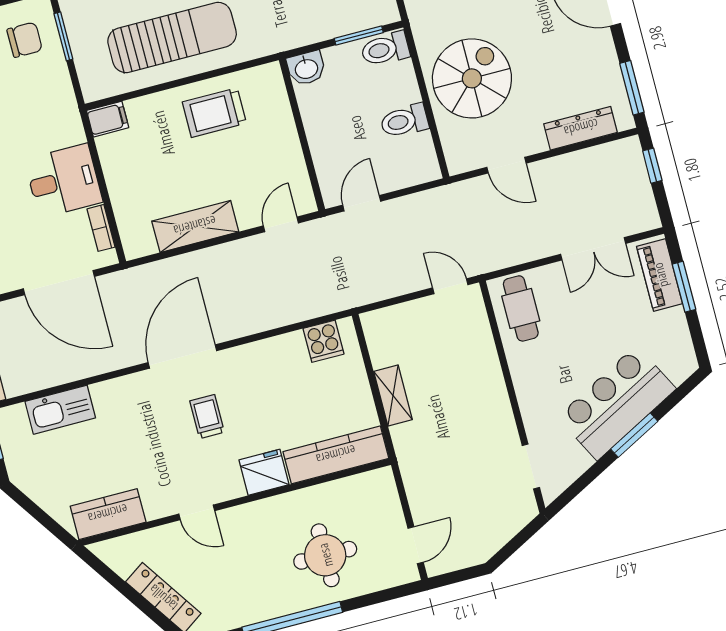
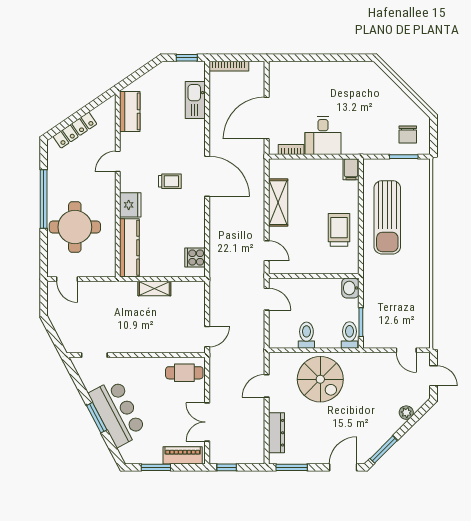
window: (652, 166) -> (227, 467), moved
window: (684, 287) -> (156, 467), moved
round table: (325, 555) -> (75, 227), width x1.36, depth x1.36

